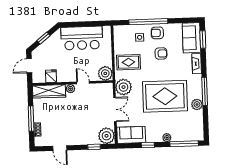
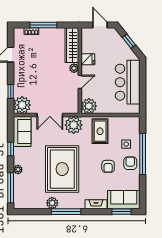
fridge: (51, 76) -> (88, 59), moved

